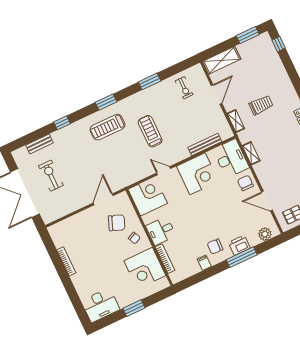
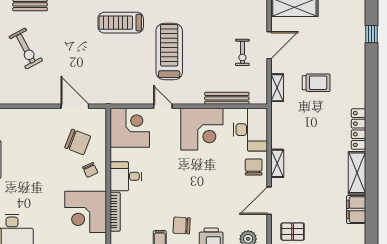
window: (279, 44) -> (371, 34), moved
exercise bike: (184, 88) -> (242, 52), moved
treadmill: (150, 131) -> (169, 52), width x1.37, depth x1.38
shelving: (251, 153) -> (277, 163), moved
exercise bike: (51, 176) -> (26, 49), turned 152
door: (103, 199) -> (75, 106), hinge flipped
door: (267, 201) -> (269, 201), hinge flipped

